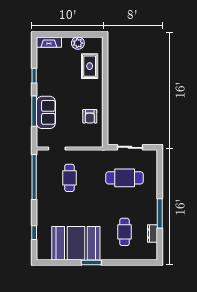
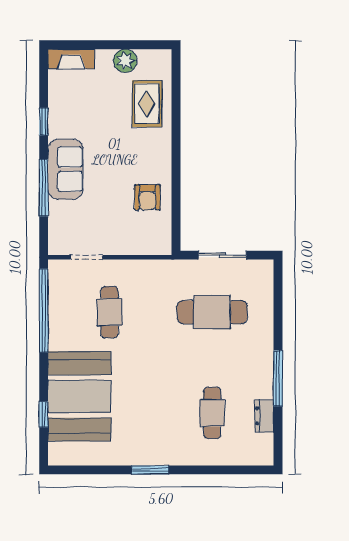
sofa: (46, 112) -> (65, 169), moved
booth: (76, 243) -> (79, 396), moved, turned 90

